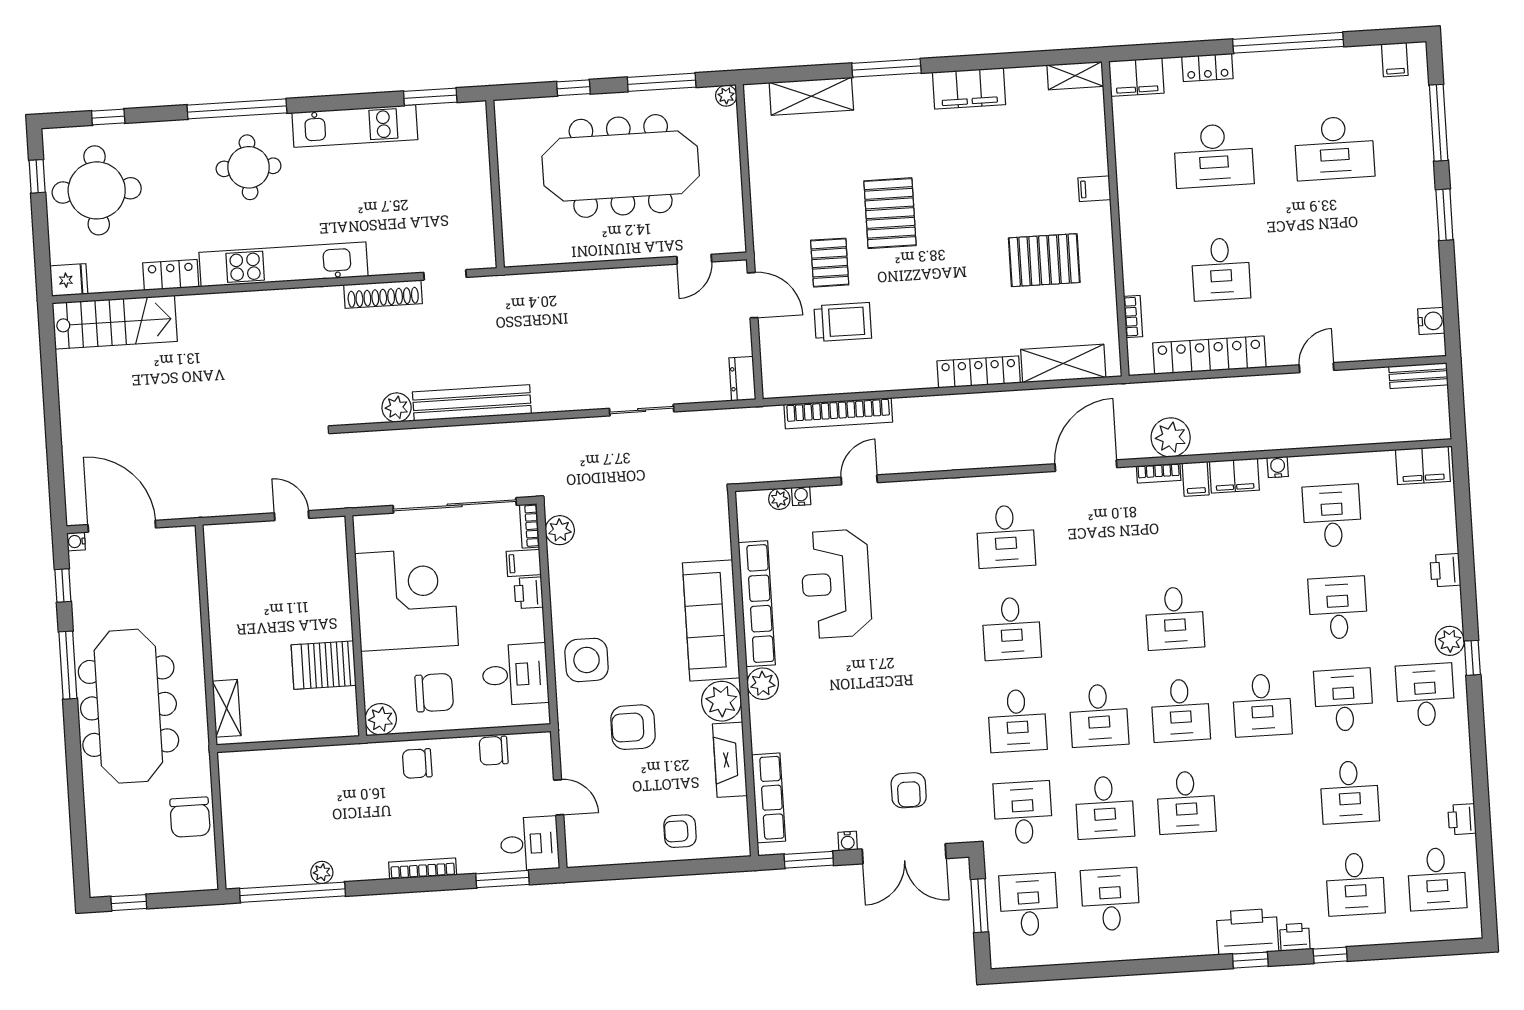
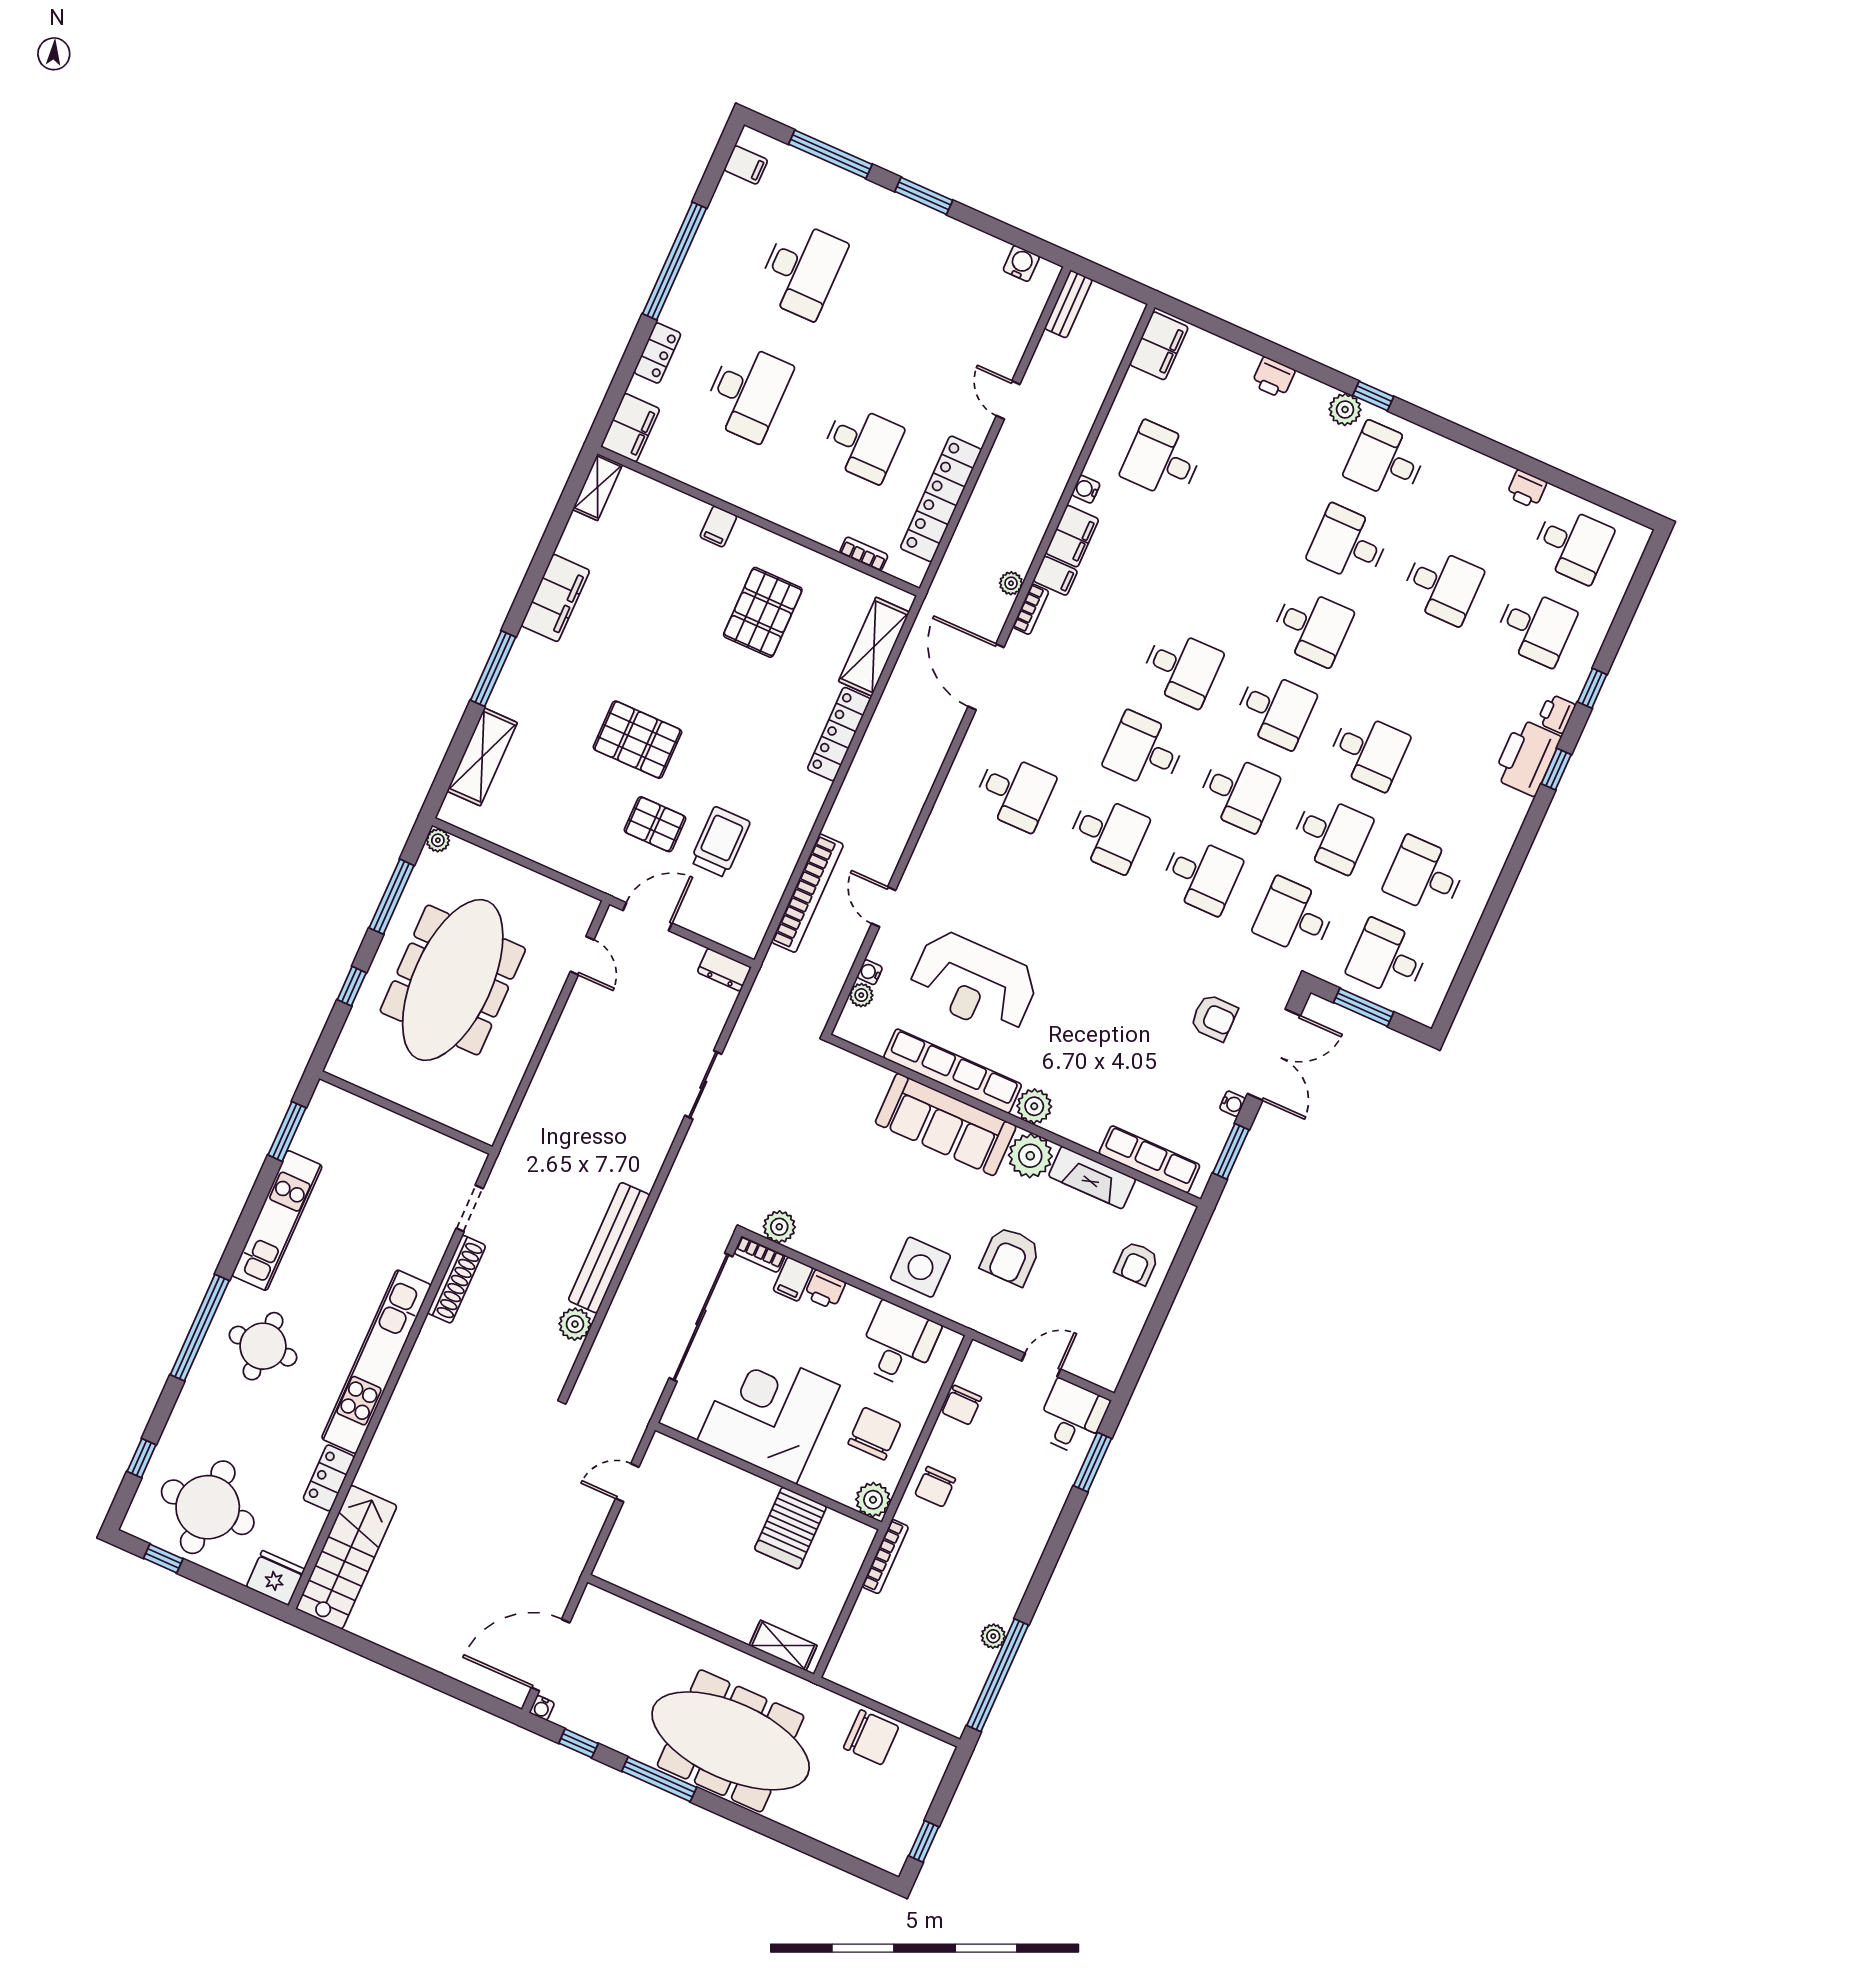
fridge: (69, 280) -> (275, 1578), width x1.38
plant: (1171, 437) -> (1011, 583), width x0.53, depth x0.53
desk: (1338, 608) -> (1145, 751), moved
bookcase: (423, 869) -> (885, 1557), moved, turned 180

